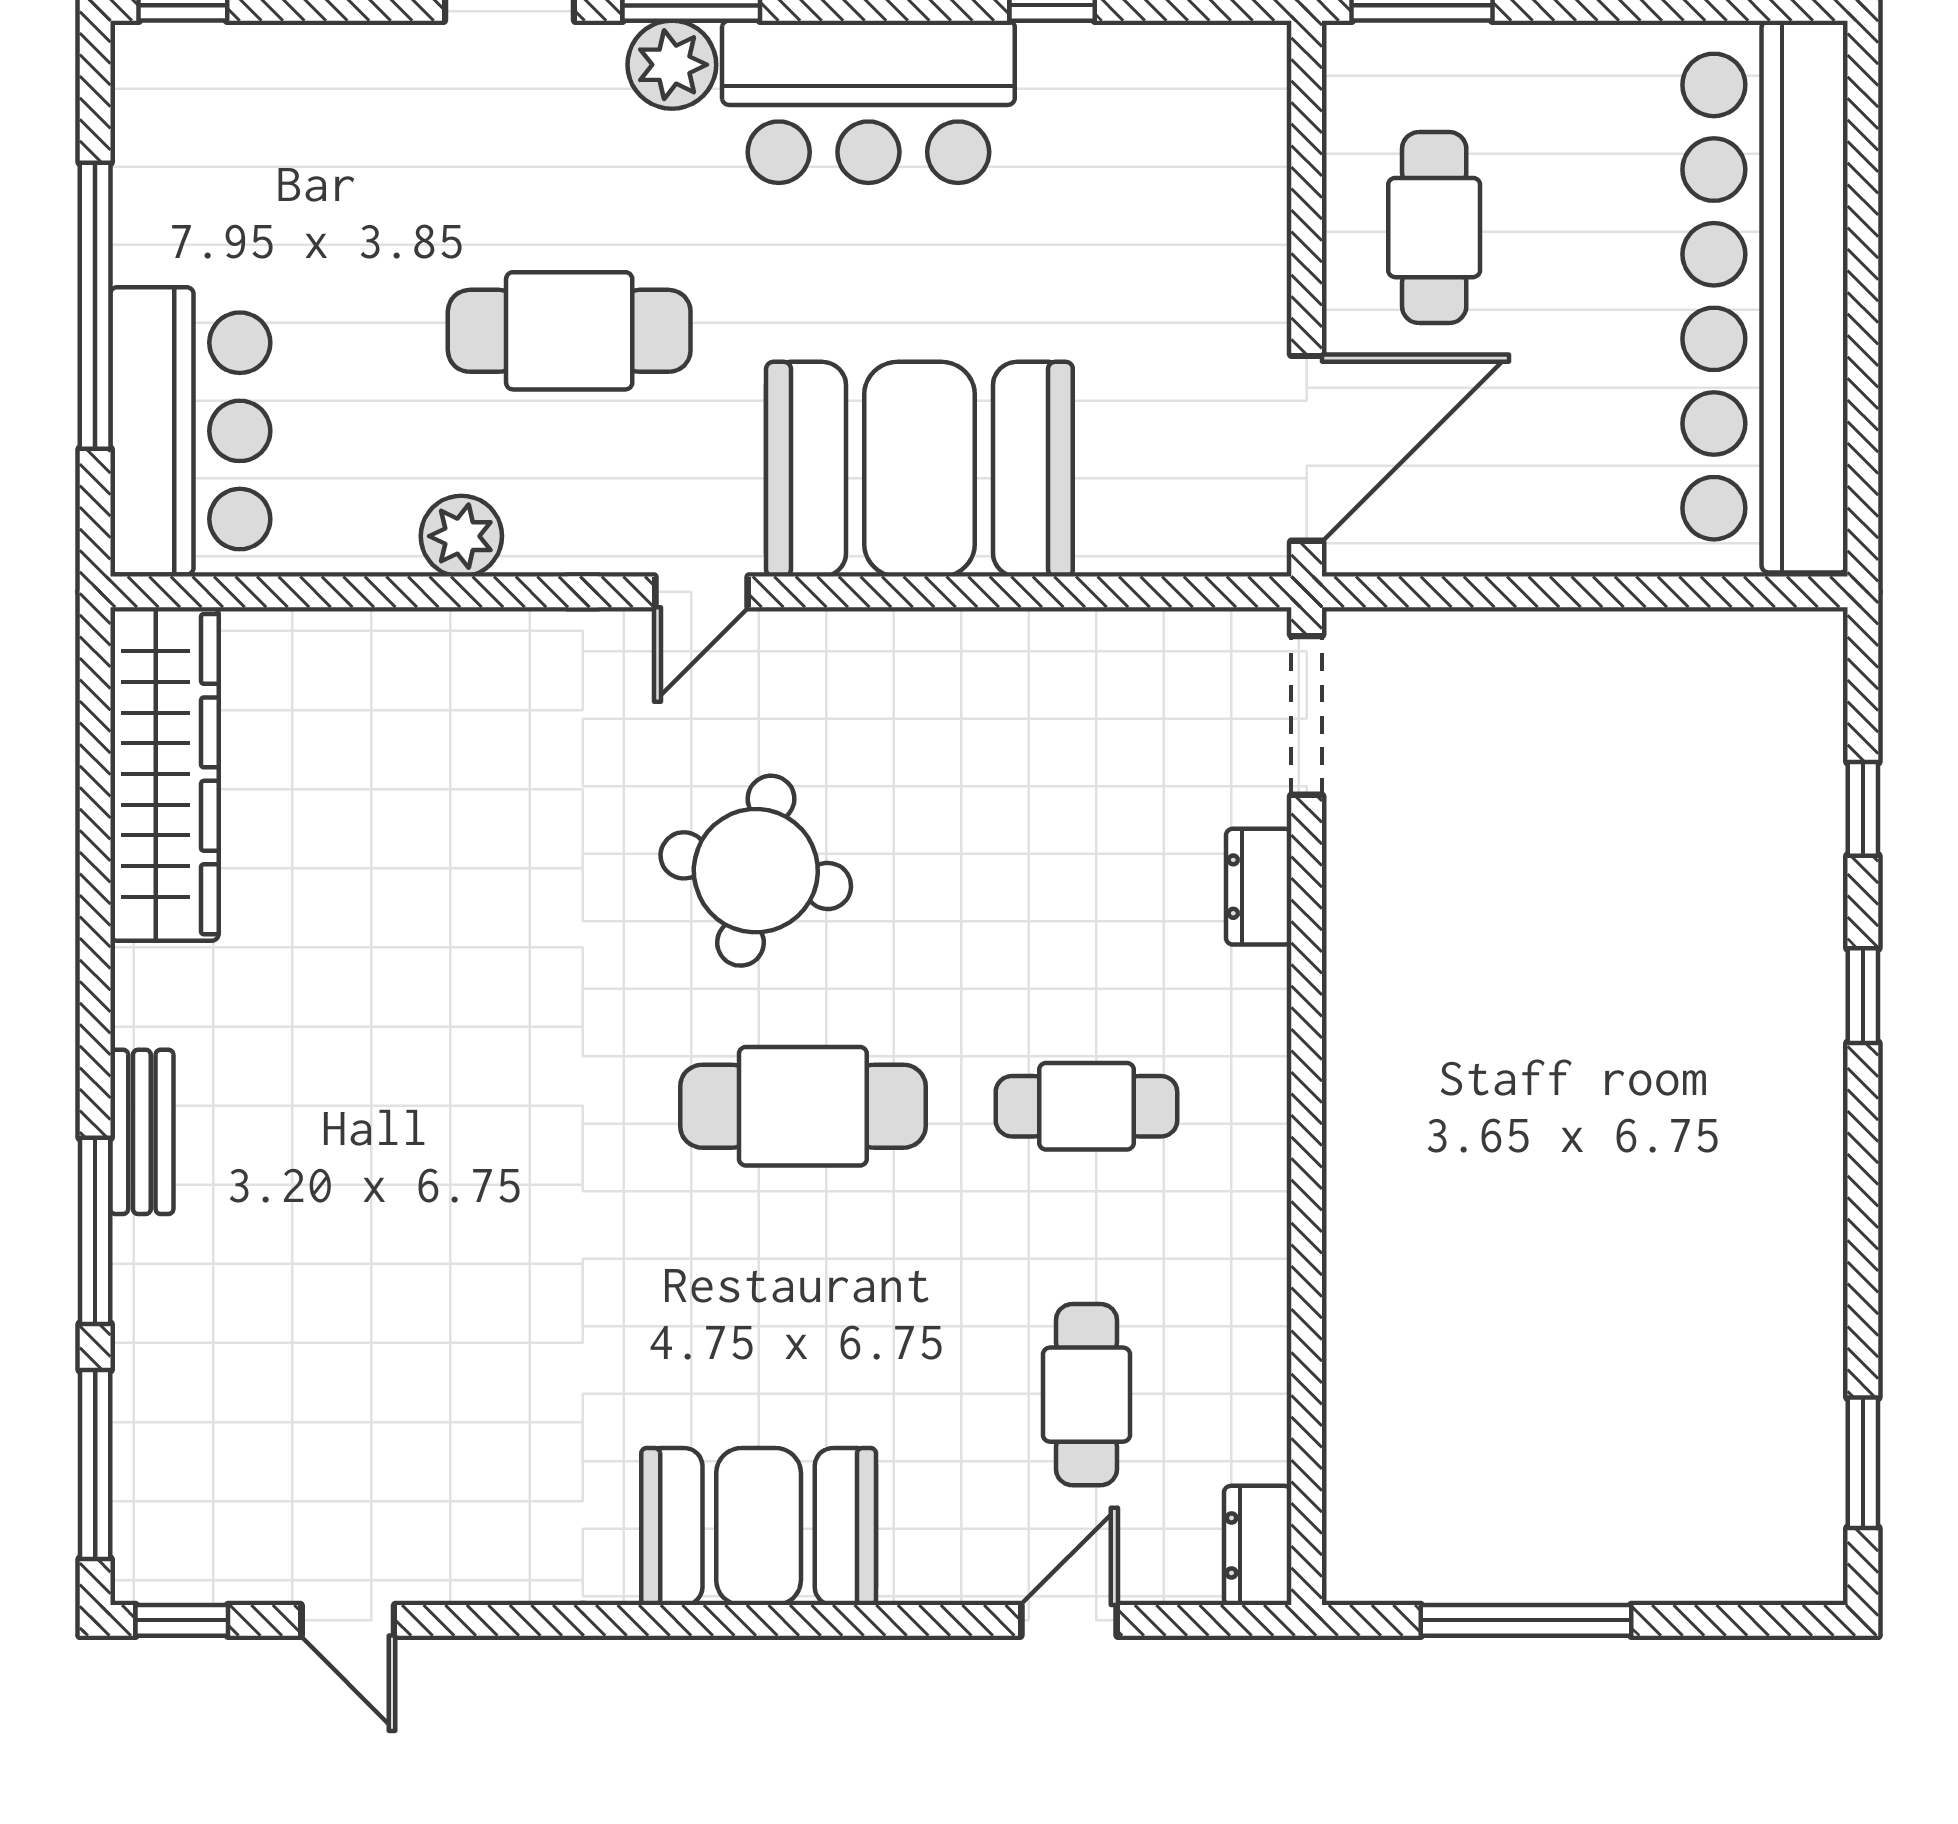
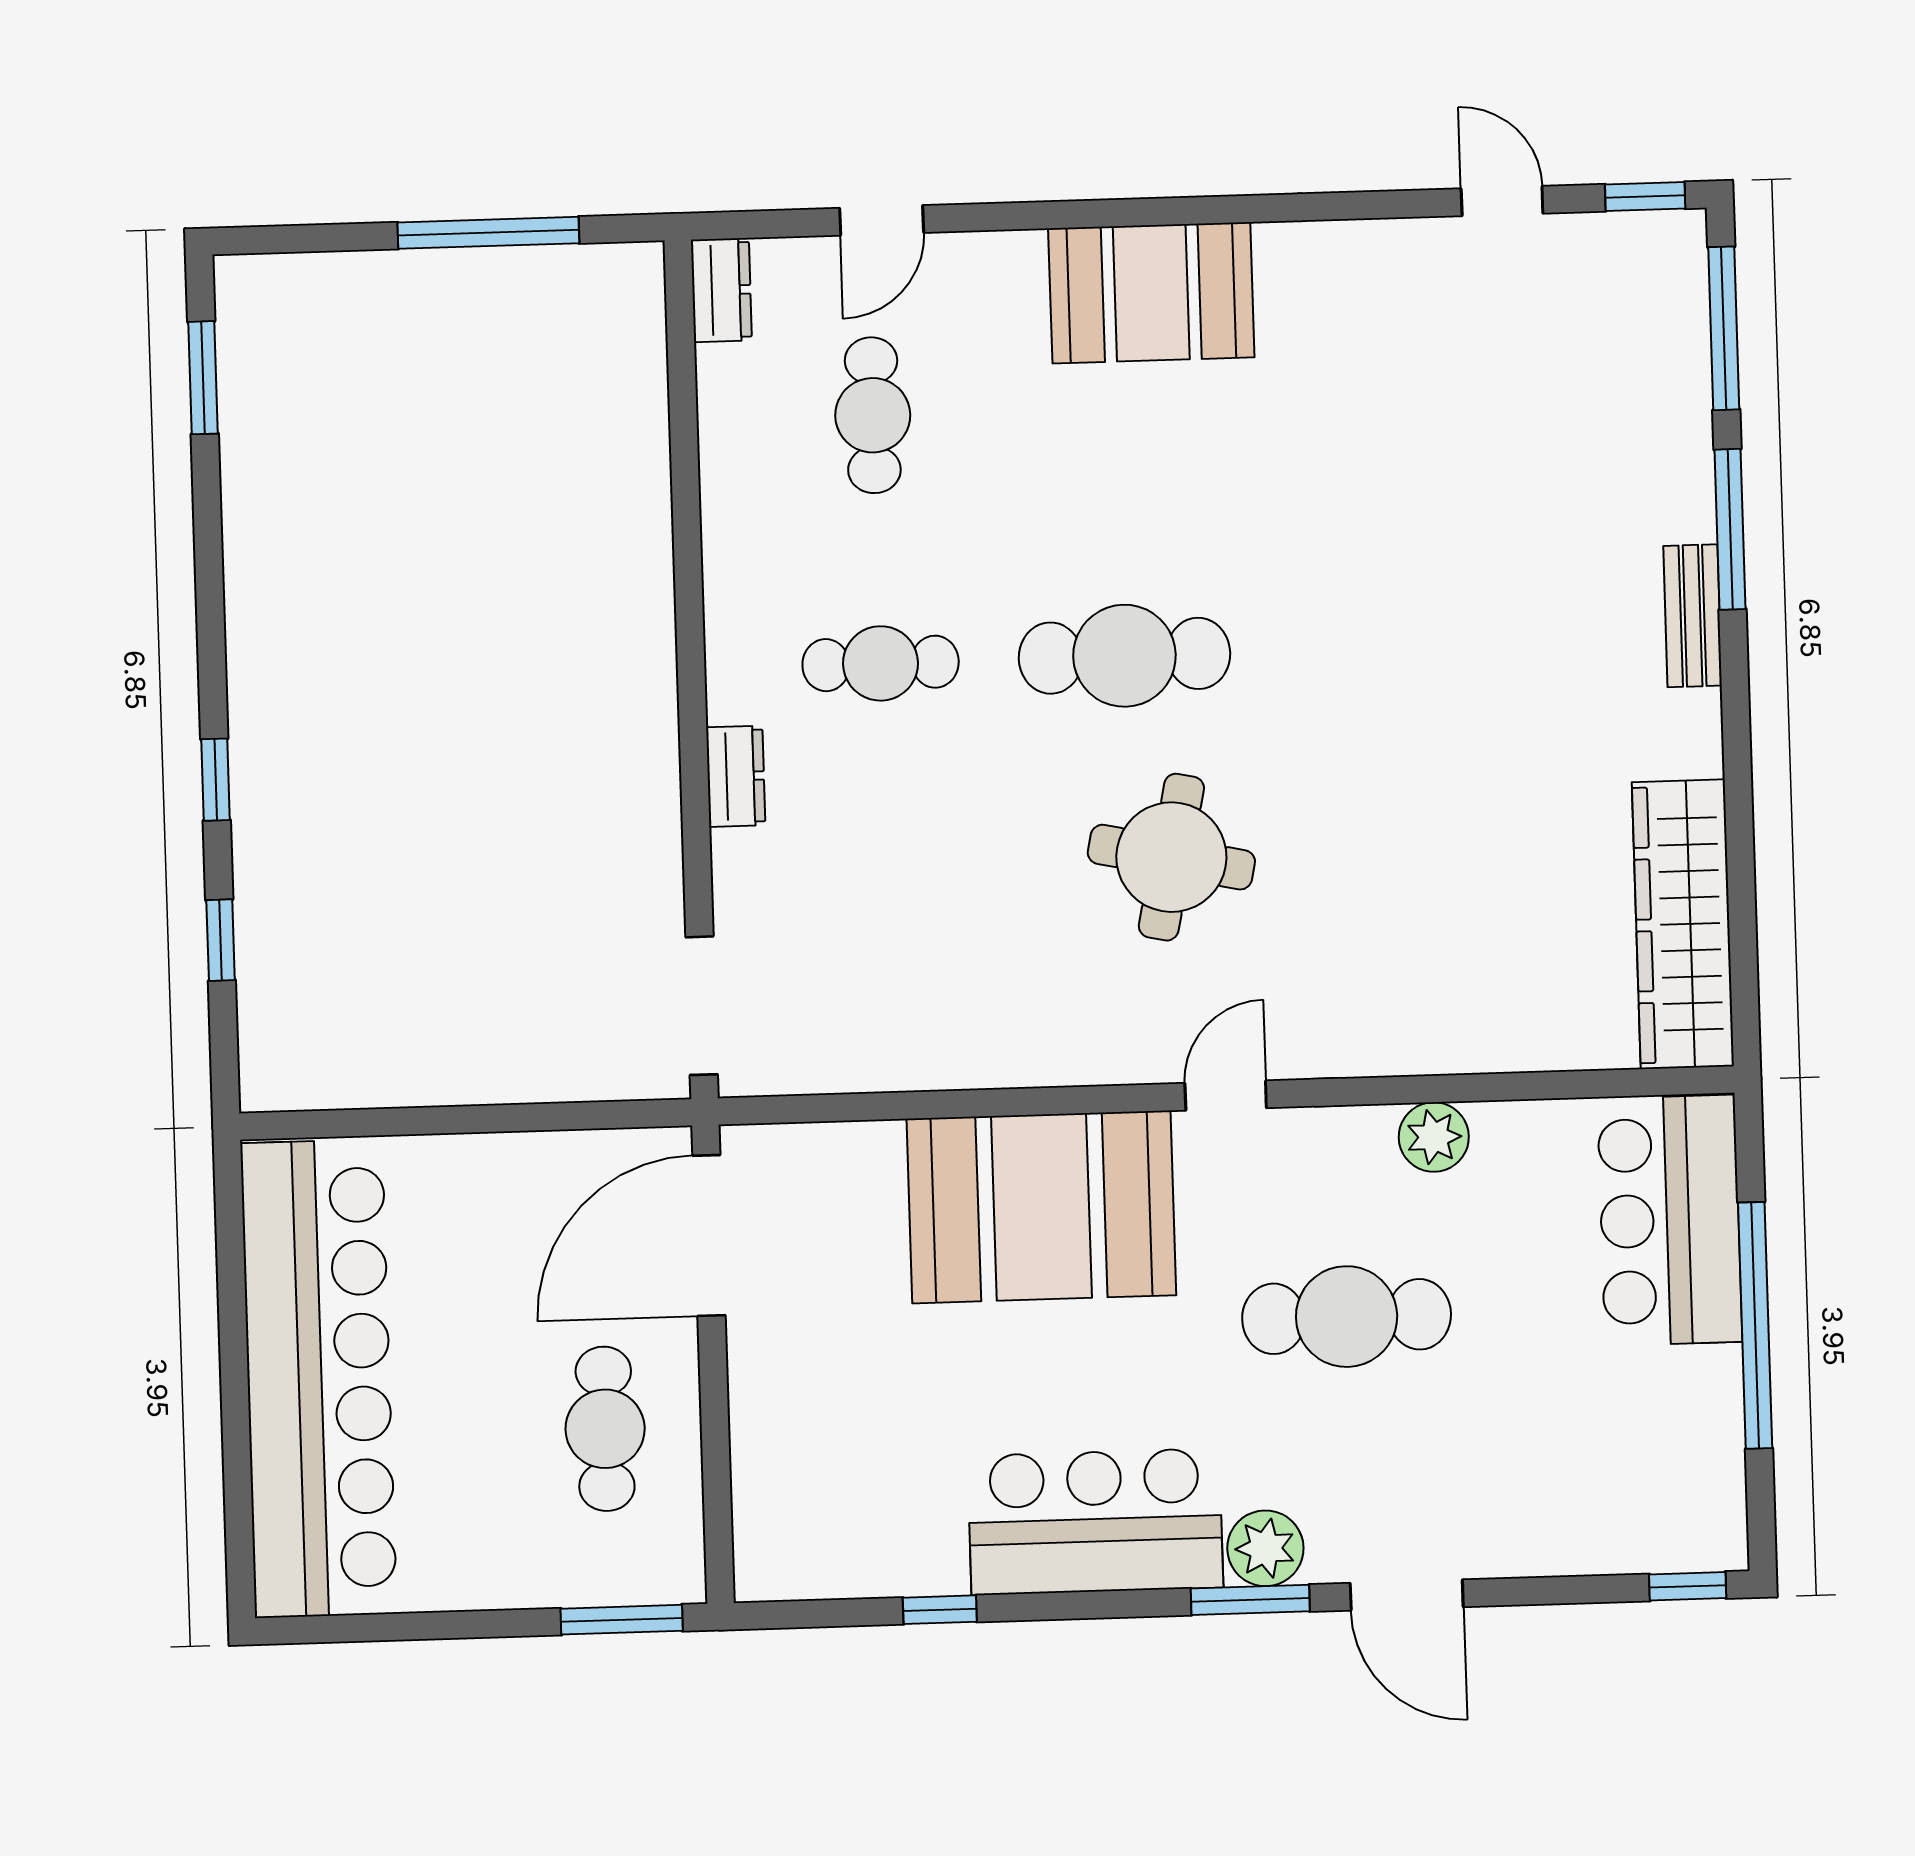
dresser: (1259, 887) -> (736, 776), moved

